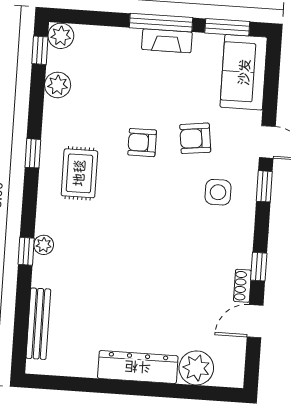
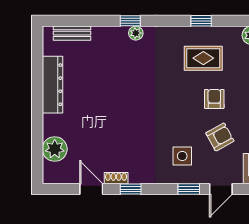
armchair: (195, 138) -> (220, 137), turned 68
rug: (79, 173) -> (203, 58), moved
bench: (38, 324) -> (72, 33), width x0.73
dresser: (138, 367) -> (52, 85), moved

